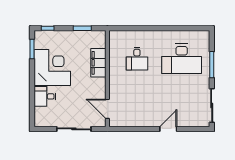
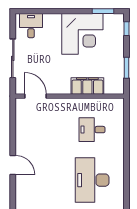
desk: (45, 96) -> (31, 26), moved
door: (107, 109) -> (36, 96), hinge flipped

